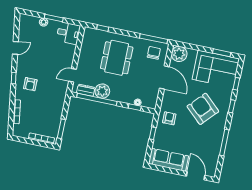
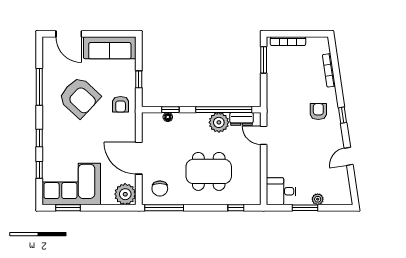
dining table: (117, 58) -> (209, 171), turned 90
door: (73, 75) -> (264, 135), swing flipped
armchair: (203, 109) -> (79, 97), moved

